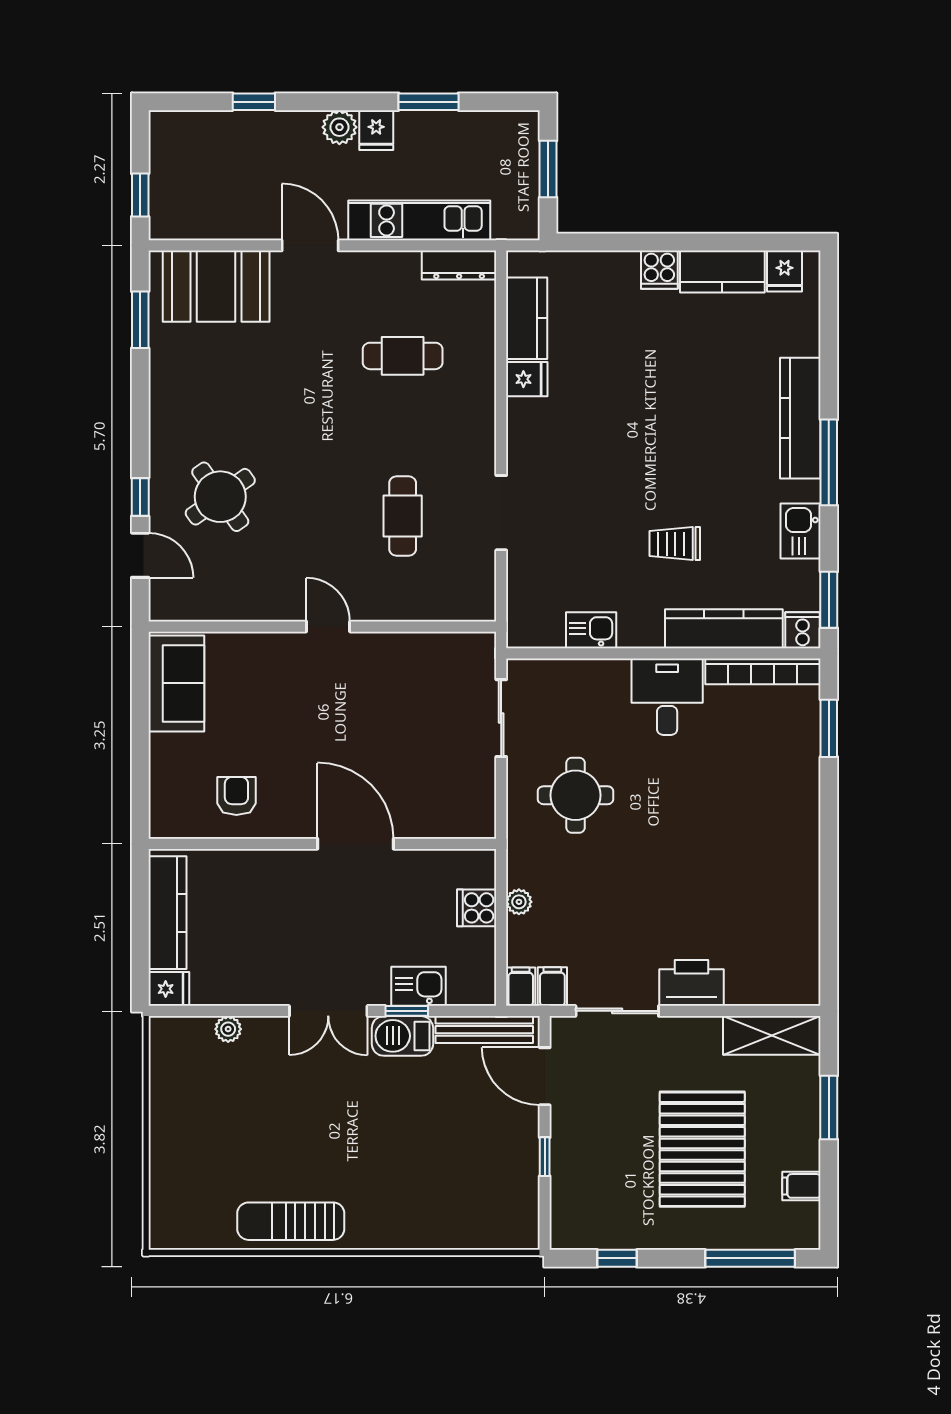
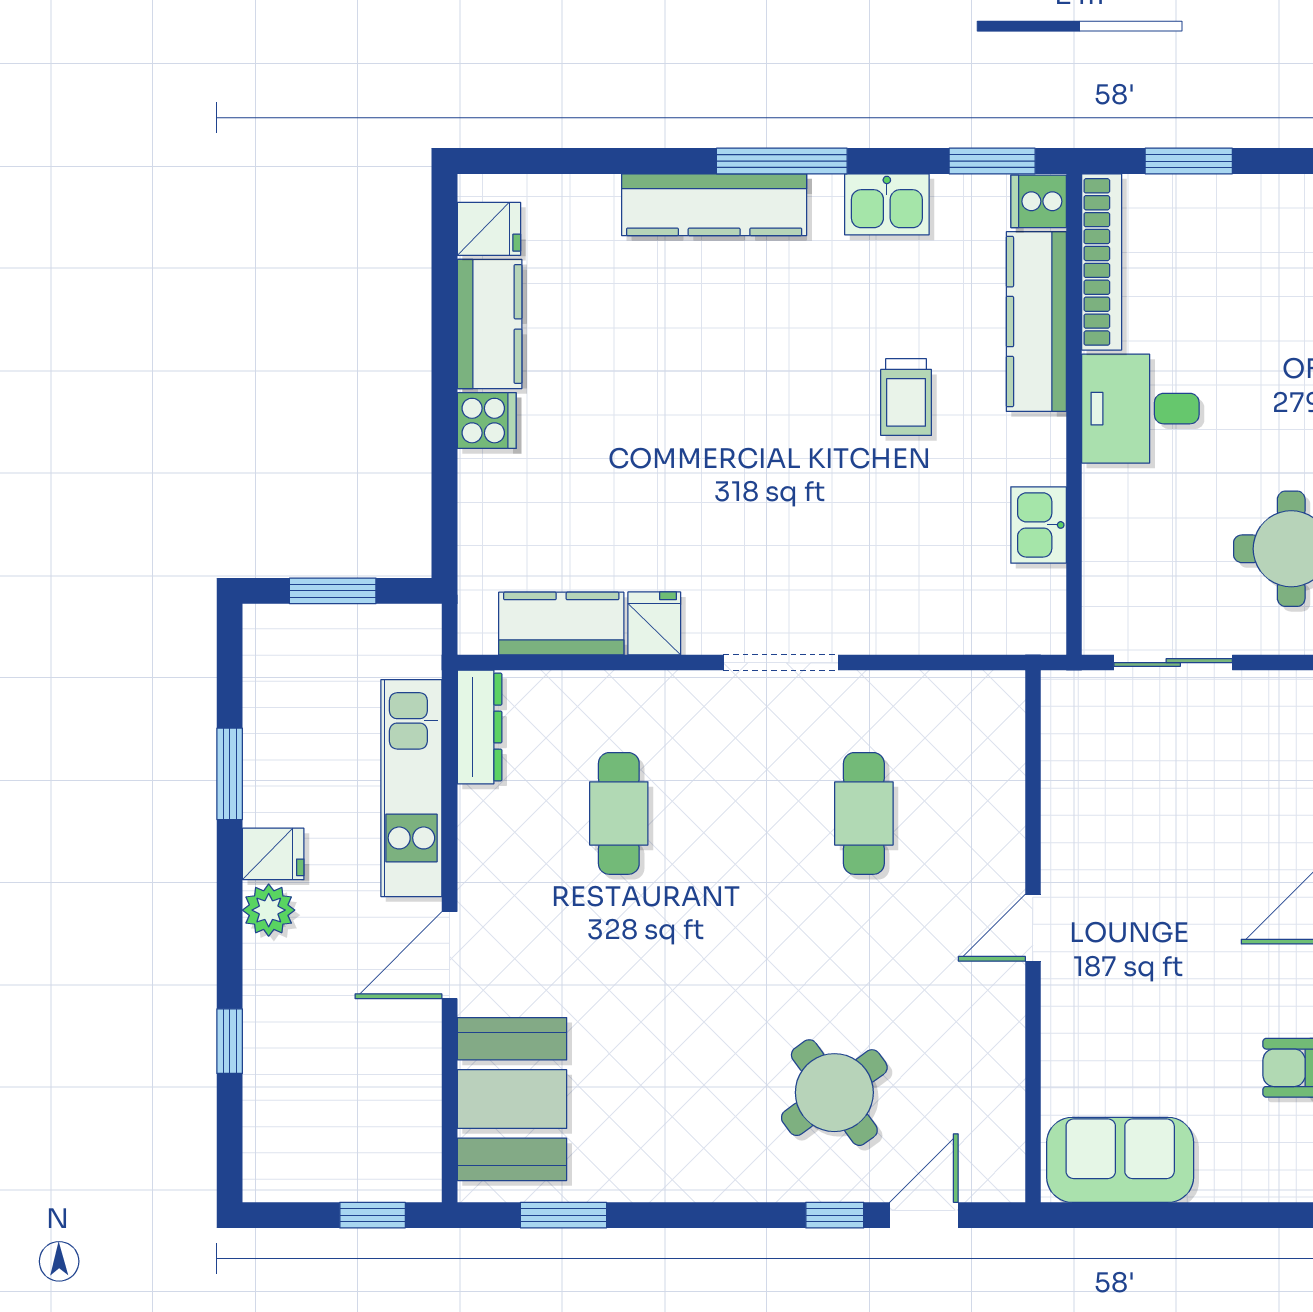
doorway: (501, 513) -> (781, 663), moved
cafe table: (403, 516) -> (864, 813), turned 90

